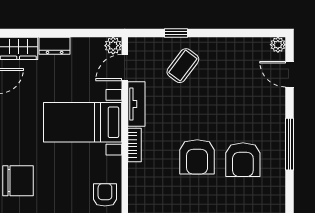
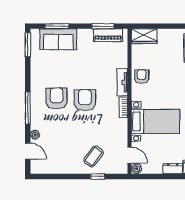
plant: (278, 45) -> (35, 135), moved
door: (125, 68) -> (129, 155), hinge flipped
tv unit: (136, 104) -> (122, 82), moved
armchair: (105, 195) -> (142, 77), turned 180

